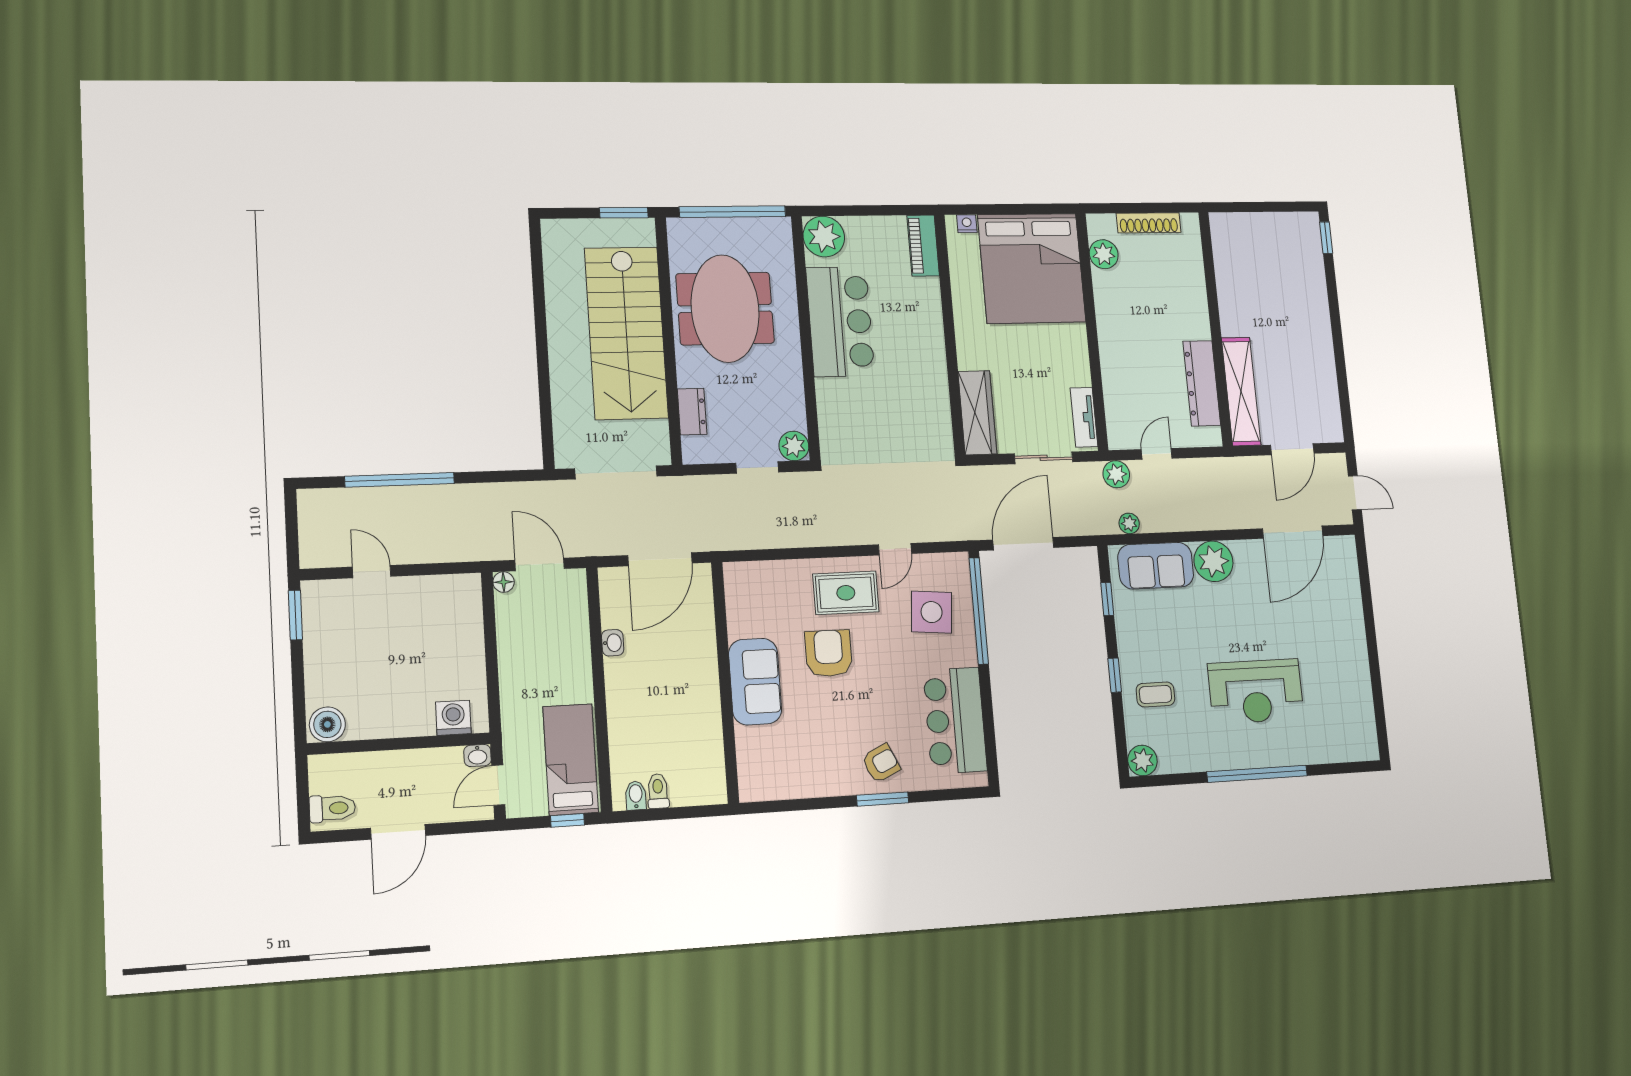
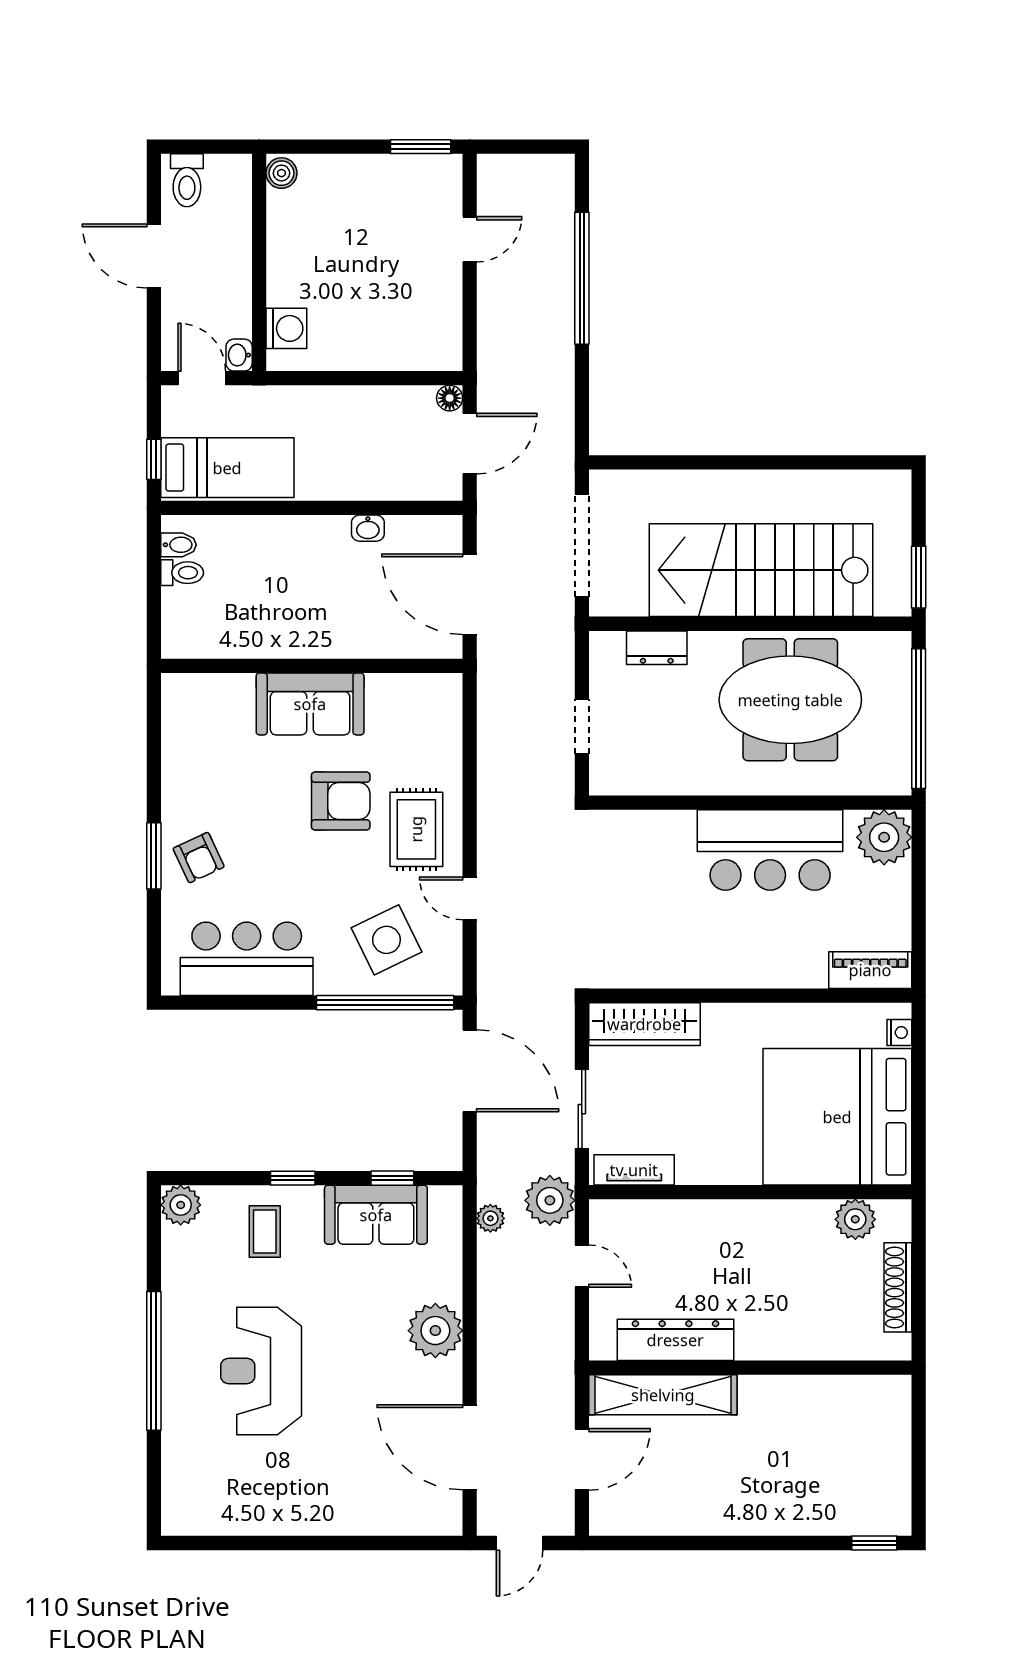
plant: (794, 446) -> (608, 776), removed
door: (1292, 449) -> (582, 1459), swing flipped
plant: (1116, 474) -> (550, 1200), width x1.36, depth x1.36
sofa: (1156, 566) -> (376, 1215), moved, turned -90
side table: (932, 612) -> (386, 940), turned -31
boiler: (327, 724) -> (281, 173), width x0.73, depth x0.73

